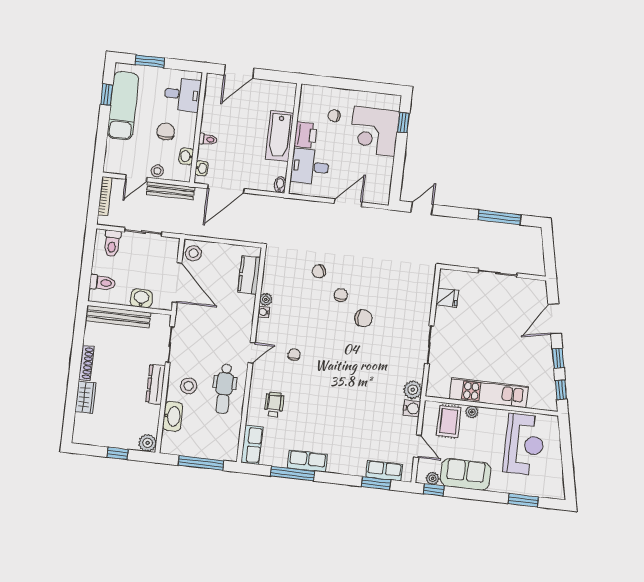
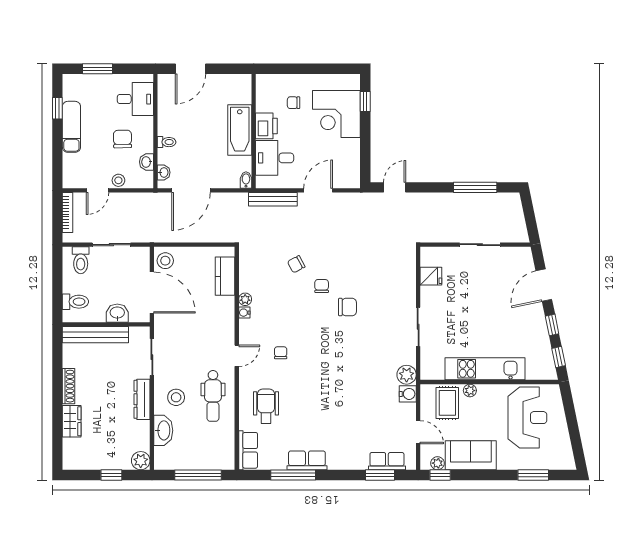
exam couch: (123, 106) -> (71, 127), width x0.73, depth x0.69
bench: (170, 191) -> (273, 199), moved
wheelchair: (274, 404) -> (266, 406), width x1.36, depth x1.37

